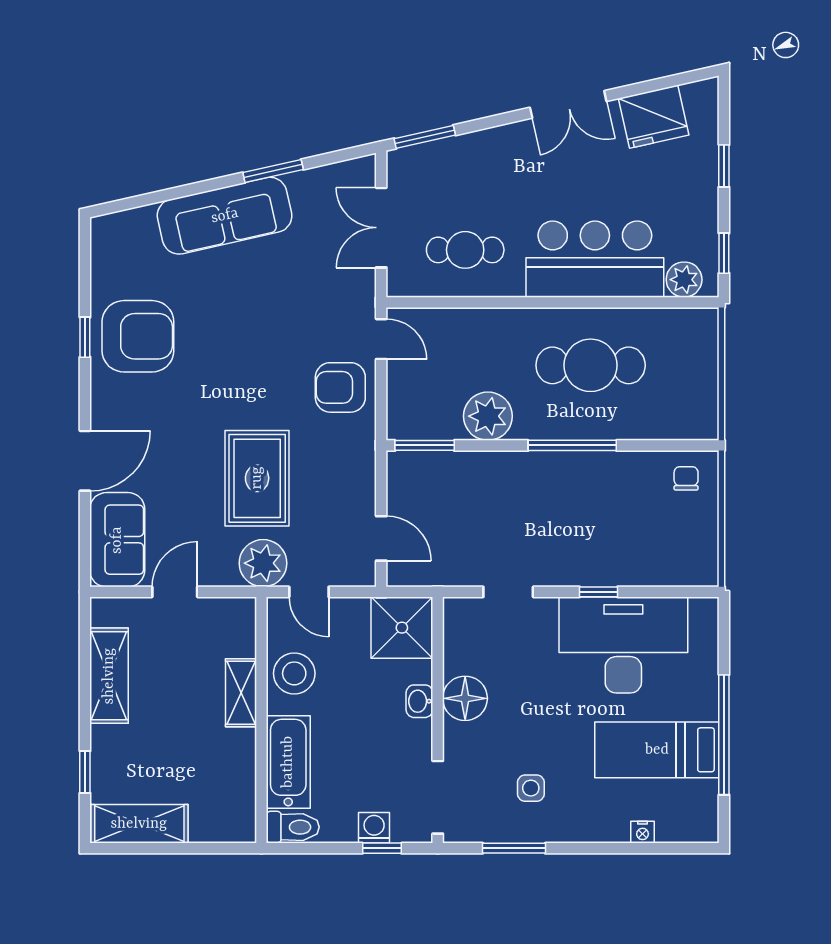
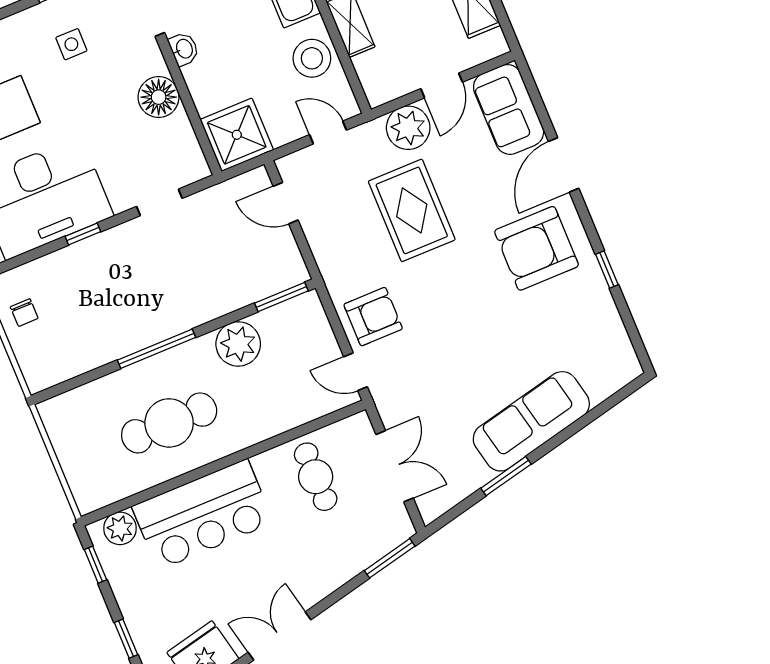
cafe table: (465, 250) -> (316, 477), turned 90
armchair: (138, 336) -> (537, 248), moved
chair: (686, 478) -> (24, 313), moved
plant: (263, 563) -> (408, 128), moved
washbasin: (419, 701) -> (184, 49), moved

